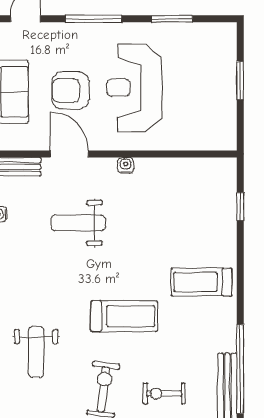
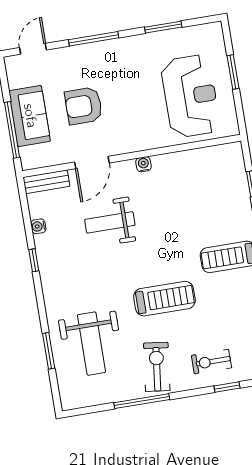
reception desk: (134, 88) -> (190, 96), moved, turned 180
door: (69, 154) -> (92, 162), swing flipped
weight bench: (36, 352) -> (92, 344), width x1.36, depth x1.33

